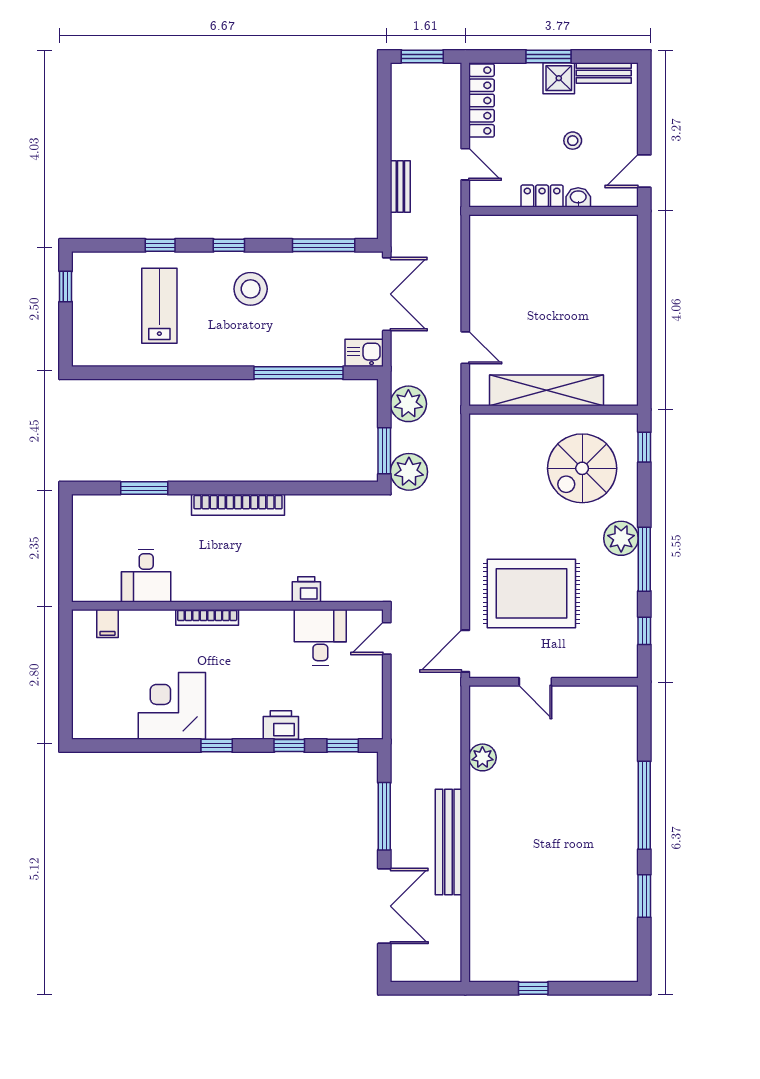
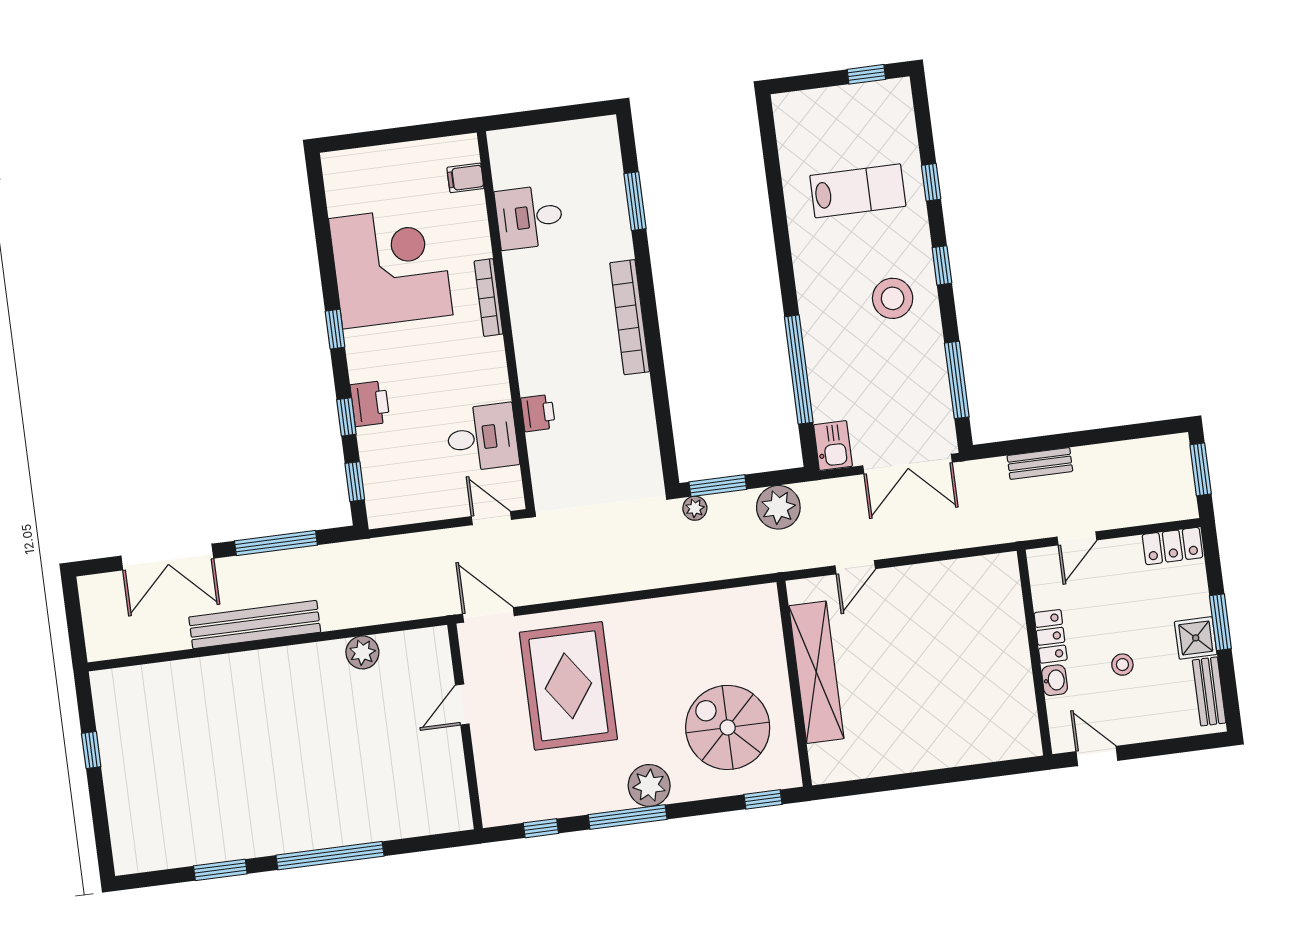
locker: (482, 100) -> (1172, 546), width x0.66
plant: (409, 472) -> (695, 508), width x0.53, depth x0.53
corner desk: (172, 706) -> (391, 267), width x1.36, depth x1.36

